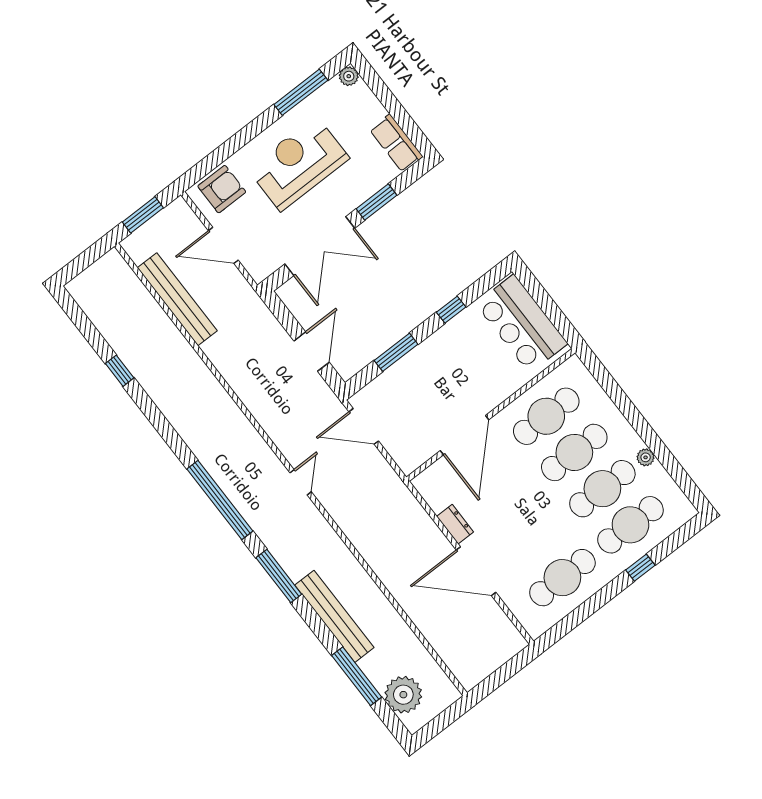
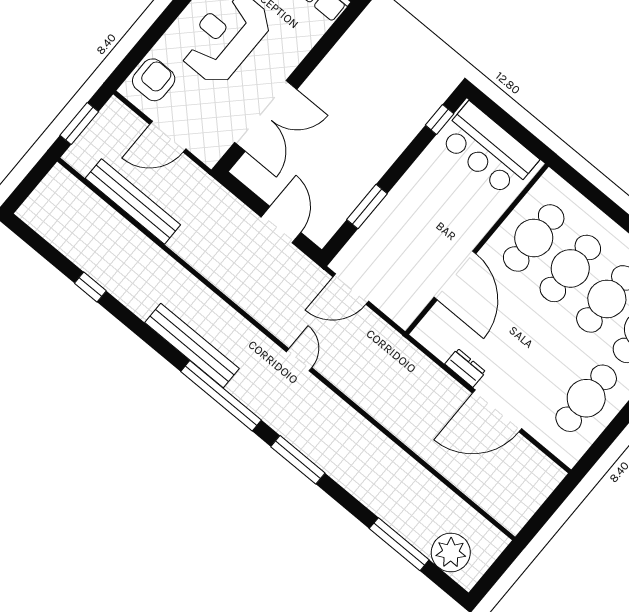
window: (377, 202) -> (314, 58), removed
window: (451, 310) -> (440, 119), moved
bench: (334, 616) -> (192, 346), moved

